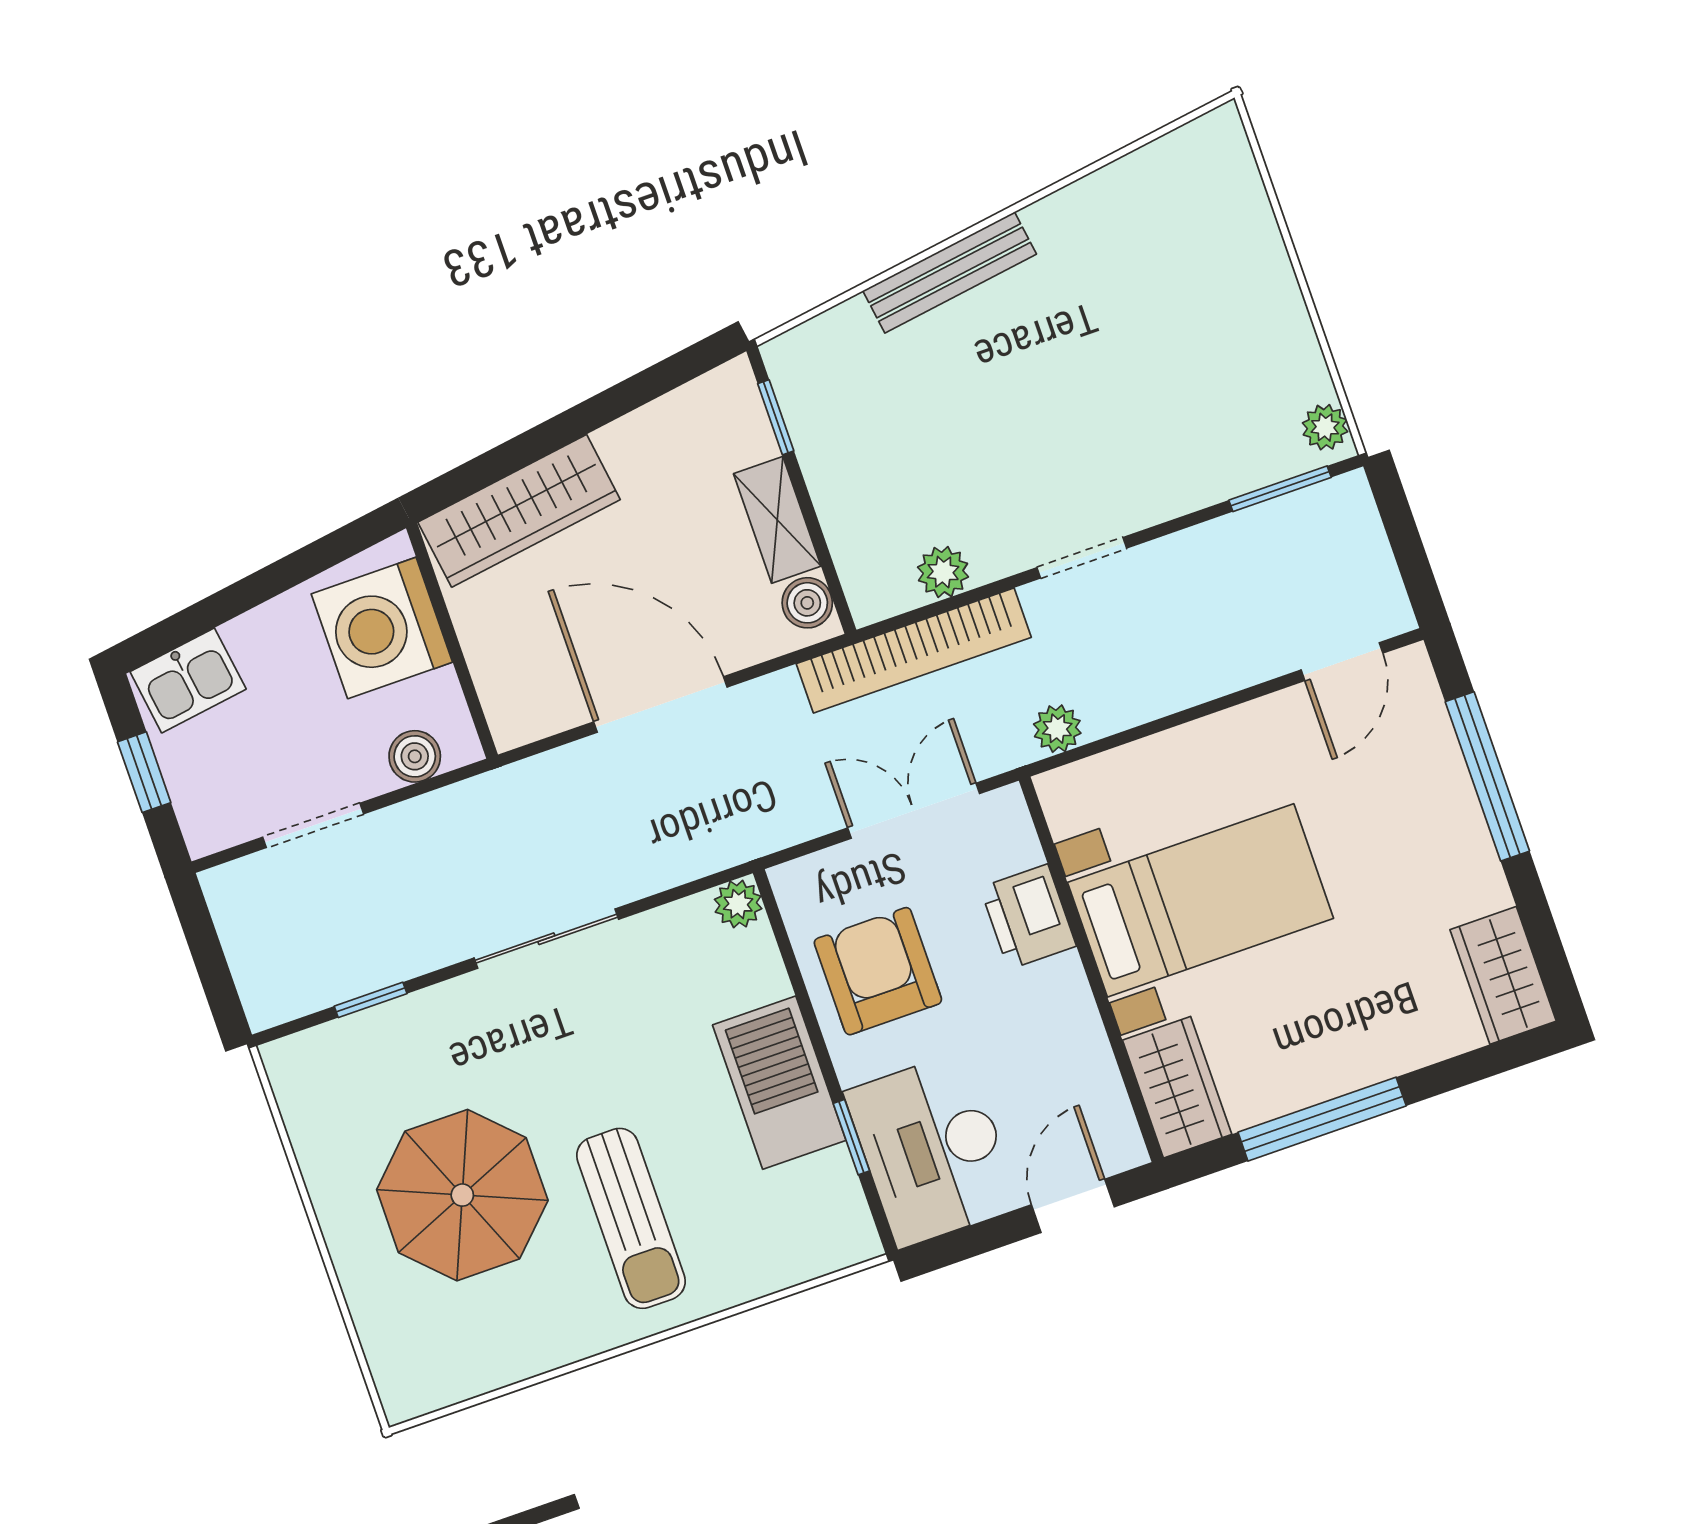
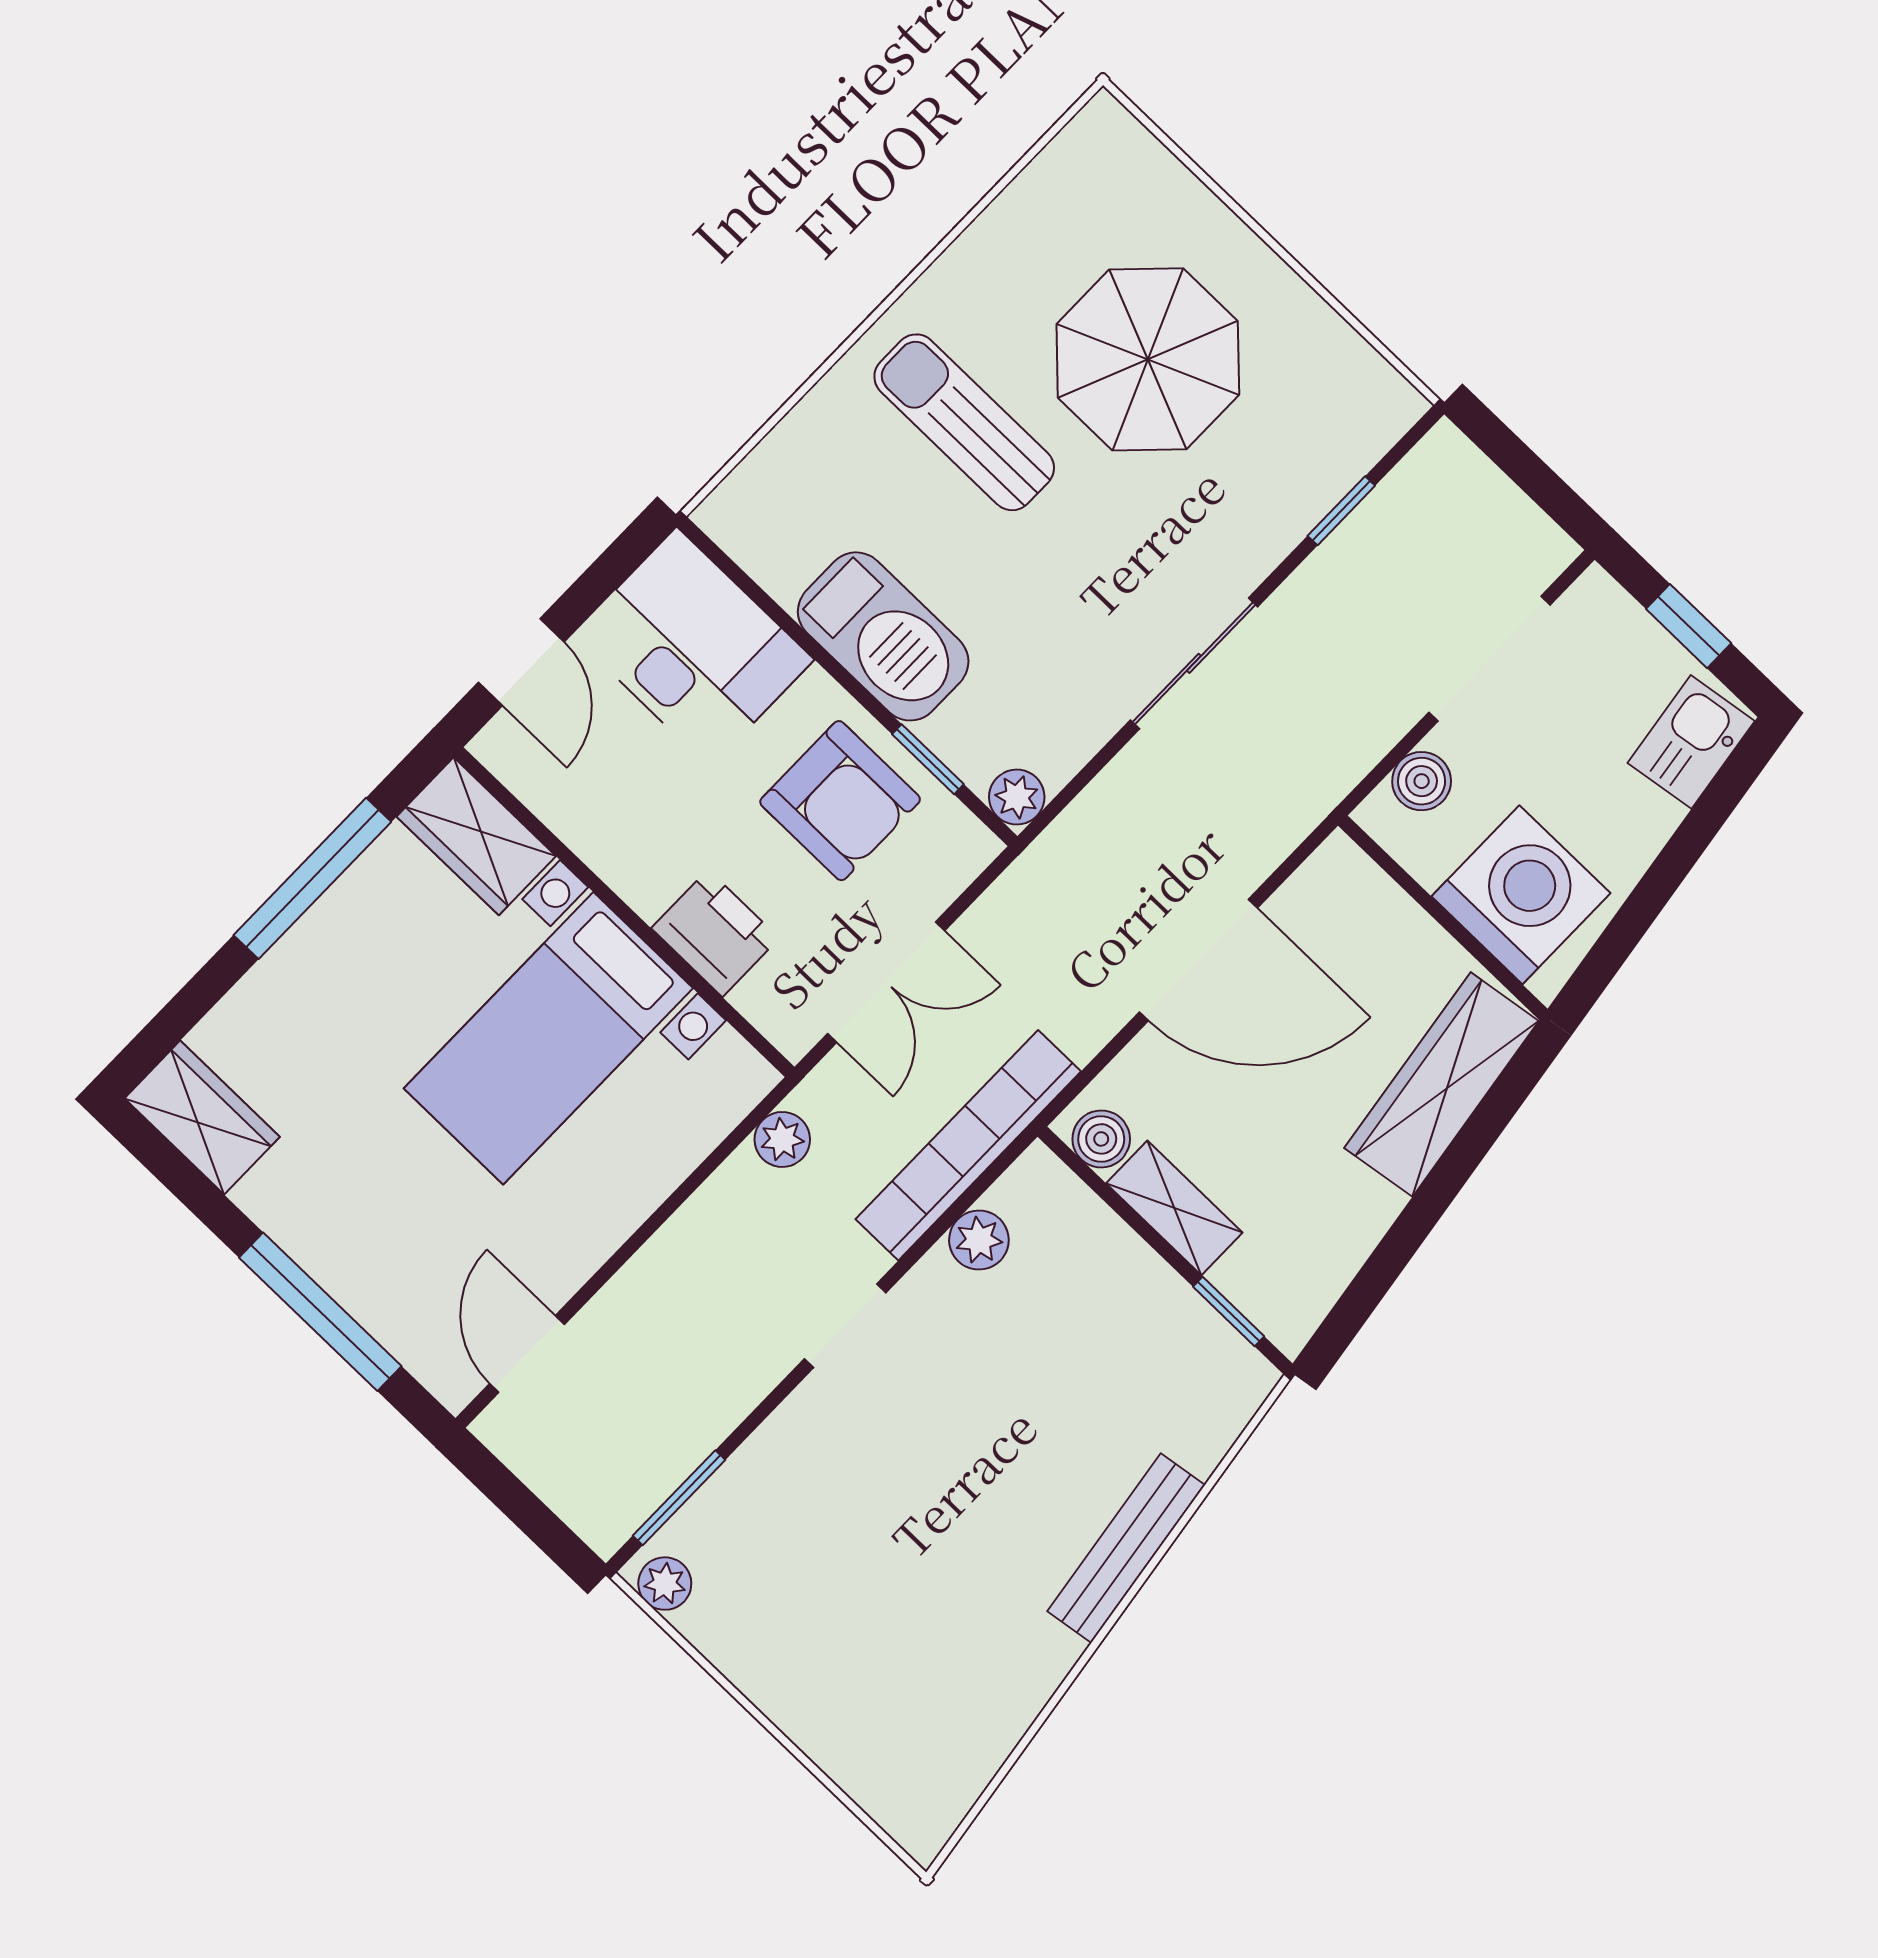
doorway: (313, 825) -> (1489, 659), width x1.38
window: (851, 1137) -> (928, 759), moved

